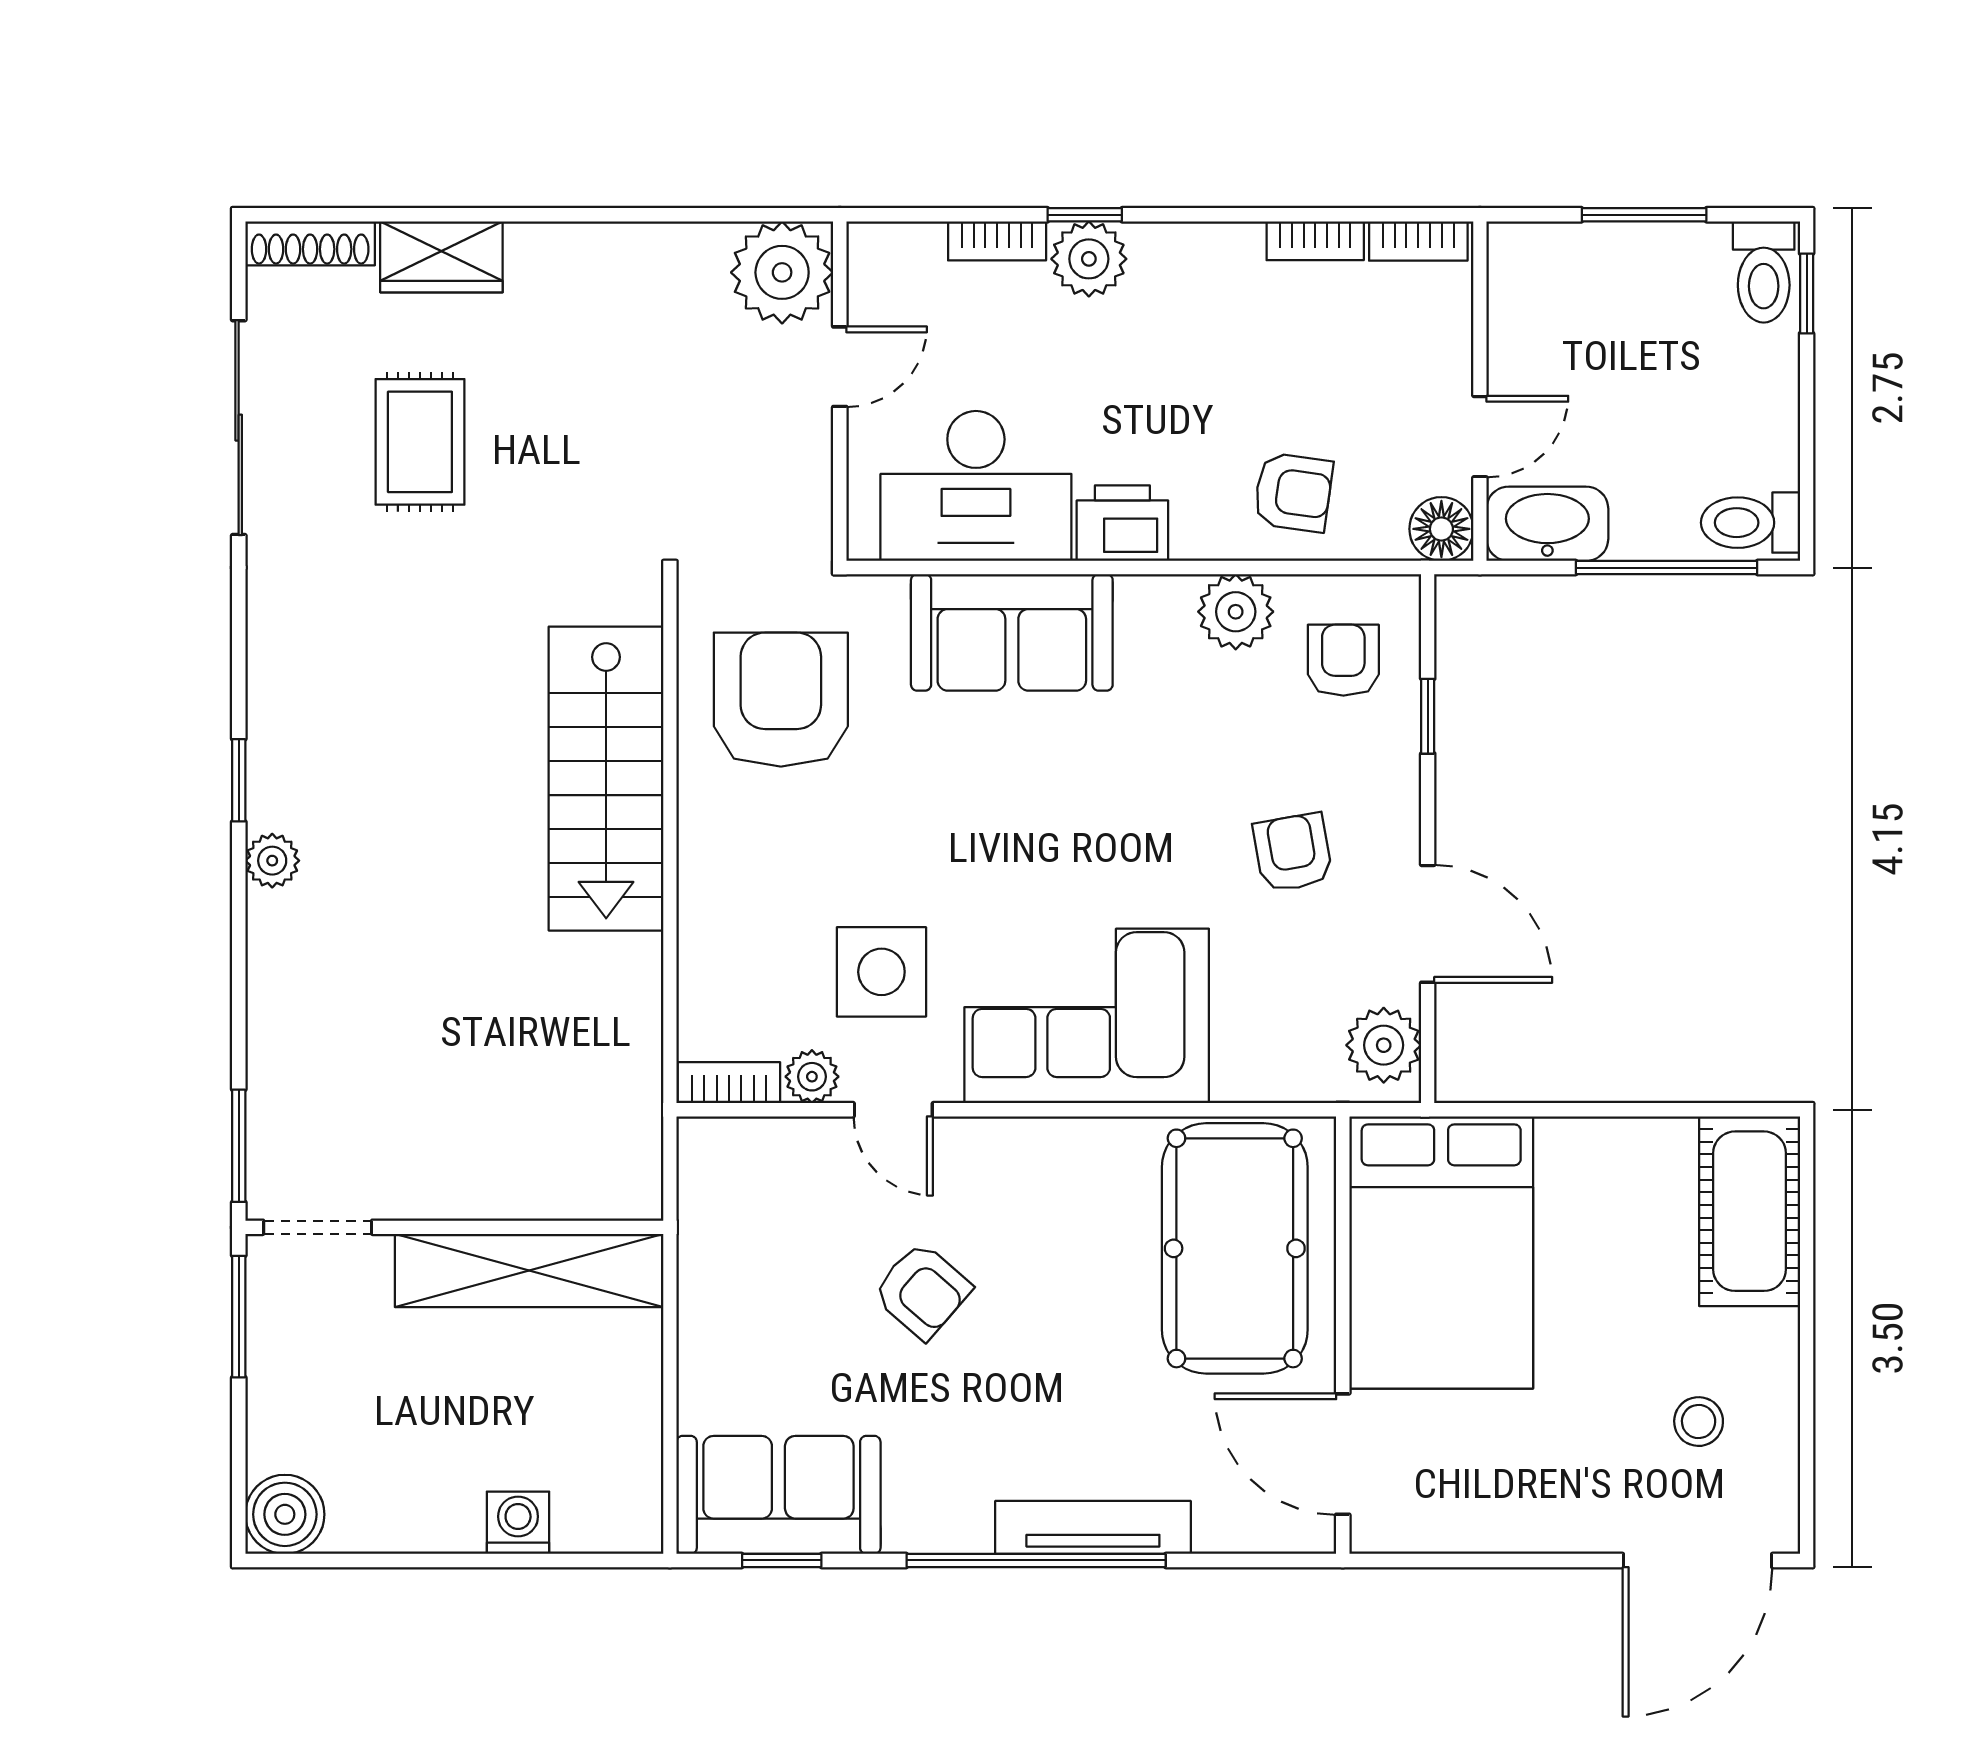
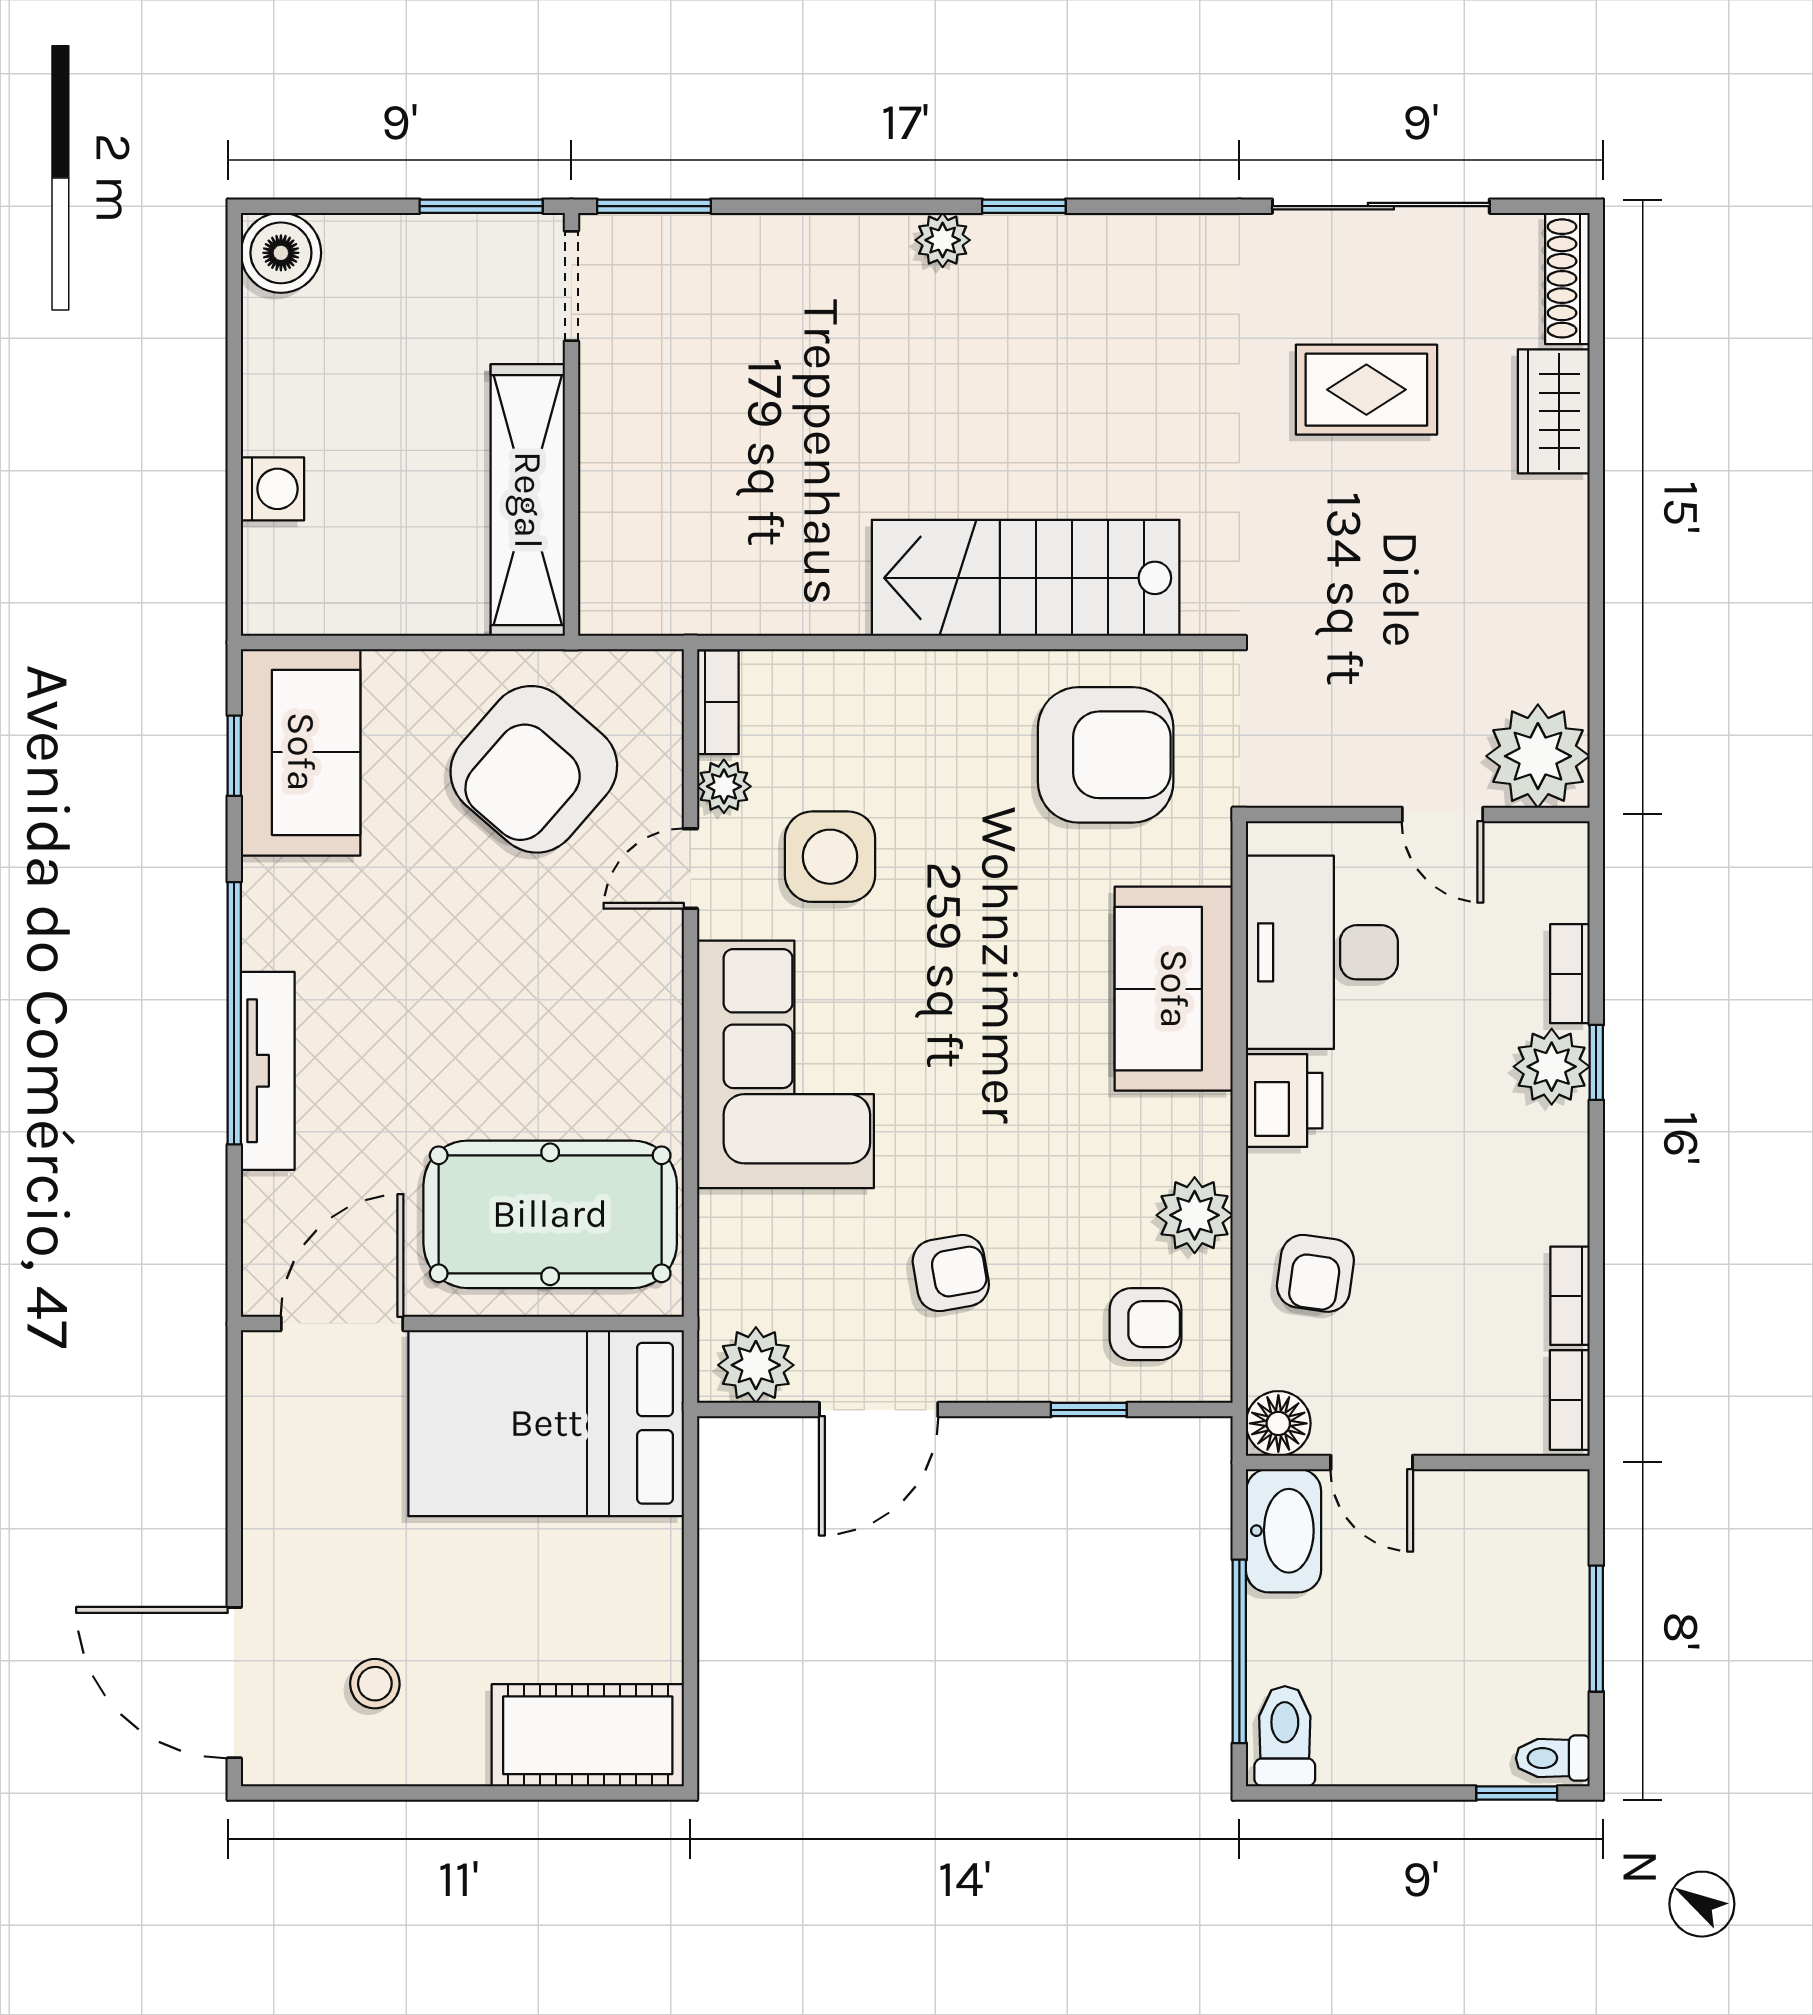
toilet: (1764, 272) -> (1553, 1758), width x0.73, depth x0.72
armchair: (922, 1291) -> (534, 769), moved, width x1.88, depth x1.88

